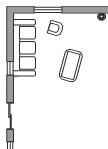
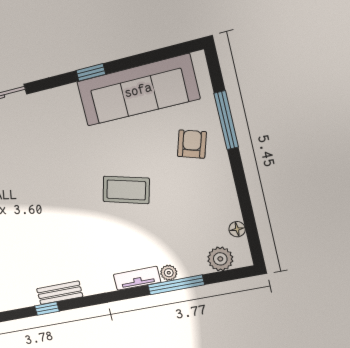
coffee table: (71, 66) -> (126, 190), width x0.73, depth x0.76

